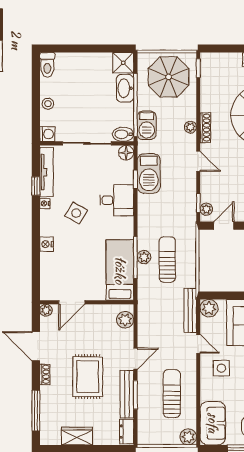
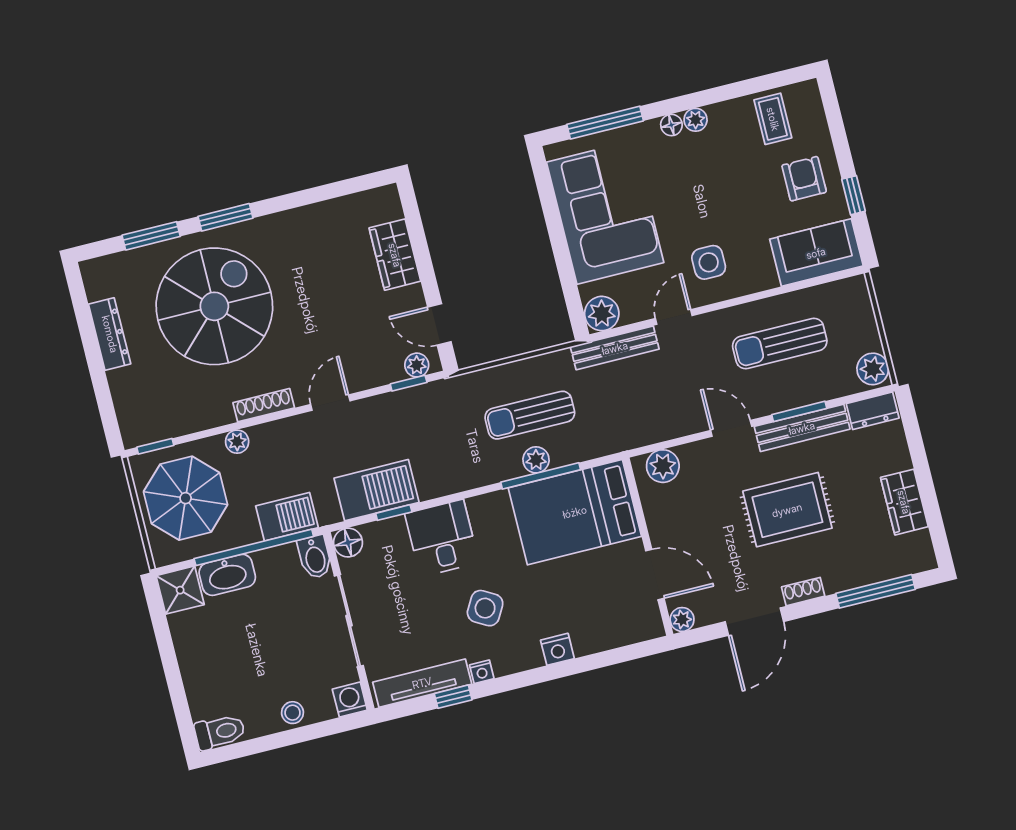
plant: (190, 127) -> (237, 442), moved
bed: (120, 270) -> (575, 512), width x1.50
plant: (188, 437) -> (873, 369), moved

